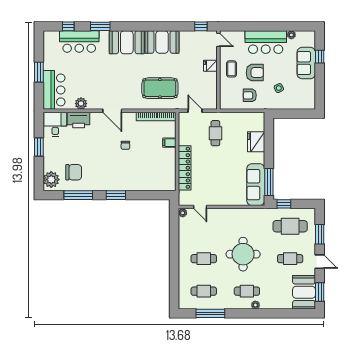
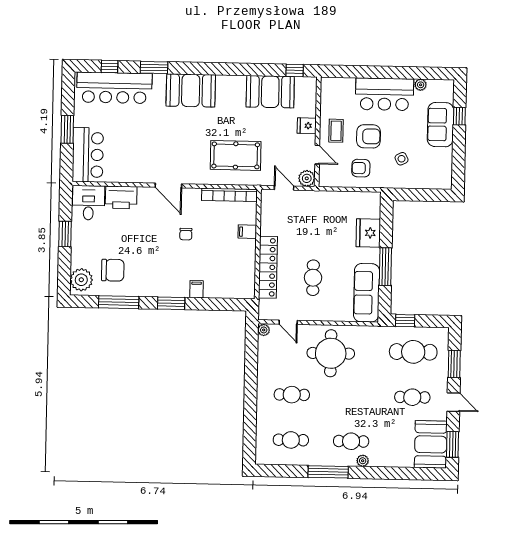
door: (218, 40) -> (317, 155), moved
bar counter: (79, 42) -> (114, 88), width x1.36
booth: (162, 42) -> (270, 92), moved
plant: (81, 104) -> (307, 178), moved
cafe table: (215, 133) -> (313, 278), moved
window: (269, 182) -> (385, 267), moved
filing cabinet: (134, 185) -> (196, 289), added
round table: (243, 254) -> (331, 353), moved
window: (210, 313) -> (328, 472), moved

